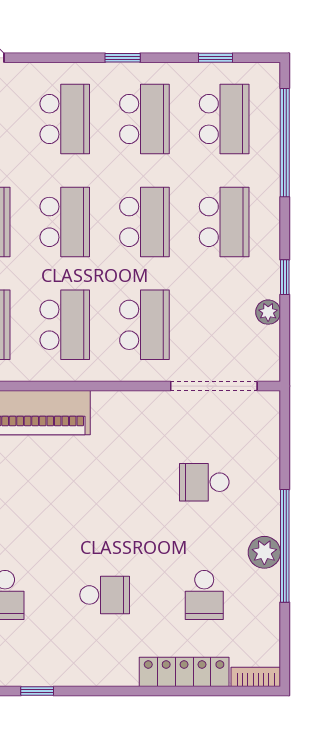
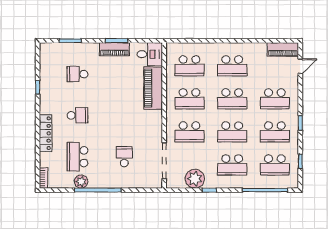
plant: (268, 312) -> (195, 179), width x1.88, depth x1.88
plant: (264, 552) -> (81, 182), moved
school desk: (105, 595) -> (77, 115), turned -90
school desk: (204, 595) -> (77, 157), width x1.85
locker: (184, 672) -> (46, 133), moved

